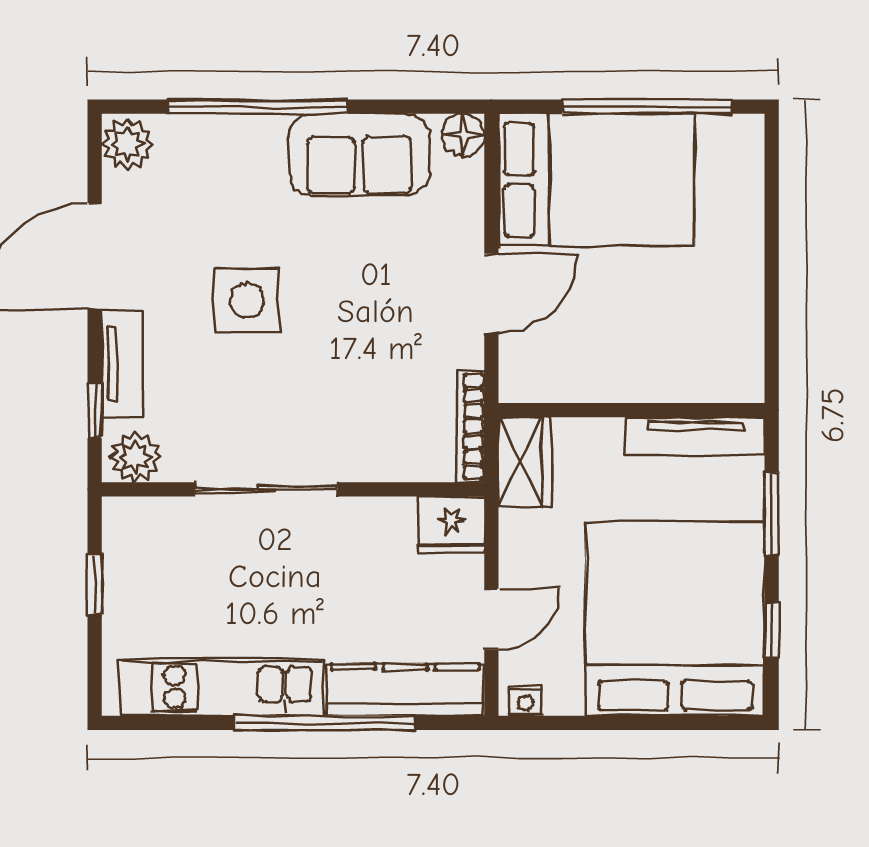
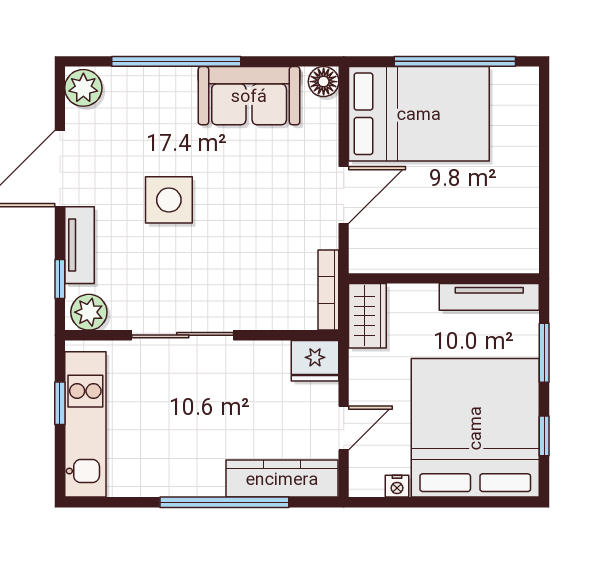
kitchen unit: (222, 687) -> (85, 424), moved, turned 90
nightstand: (525, 700) -> (397, 486), moved

